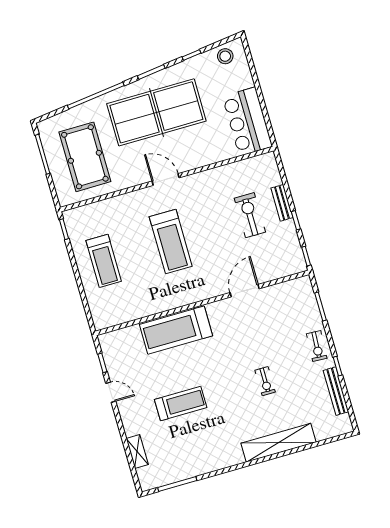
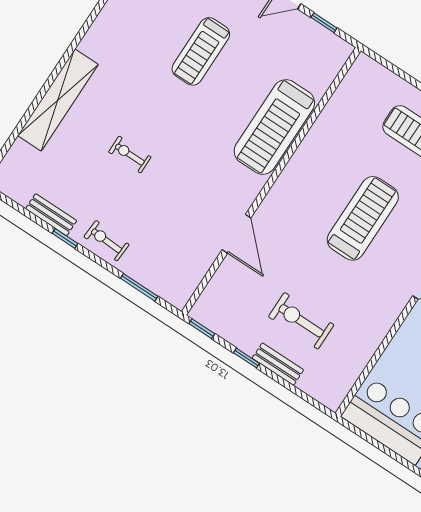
exercise bike: (250, 215) -> (301, 321), turned 180
treadmill: (171, 241) -> (363, 218), turned 90
treadmill: (176, 330) -> (274, 127), turned 180
bench: (336, 391) -> (51, 215), width x0.73

